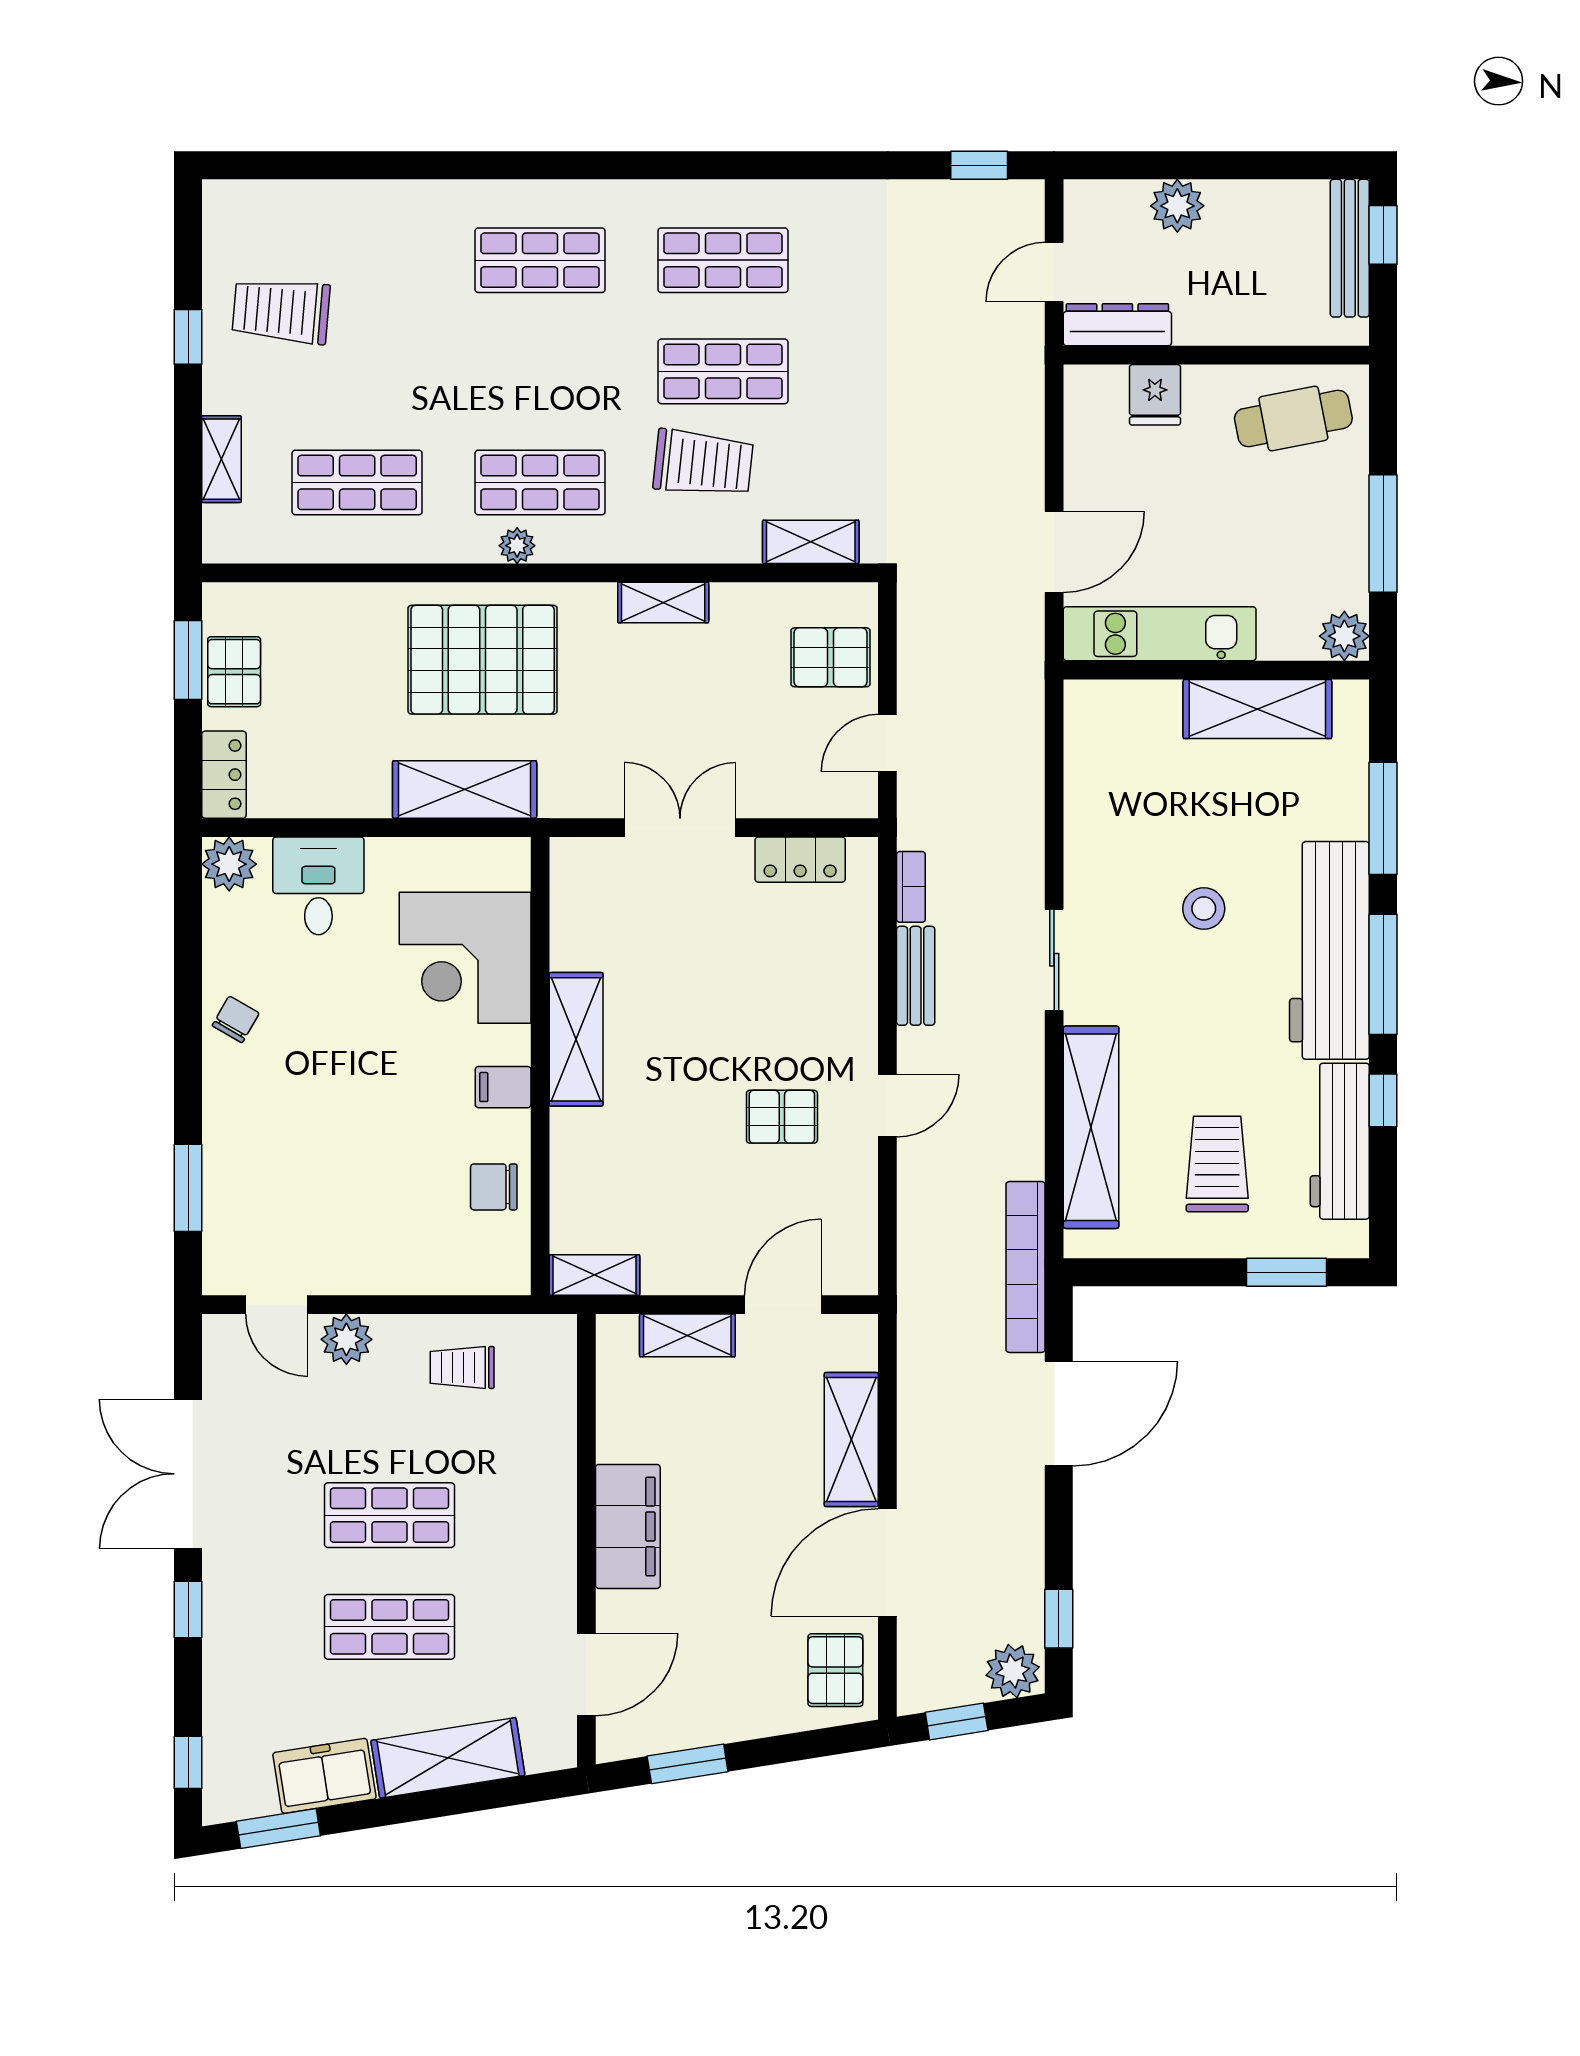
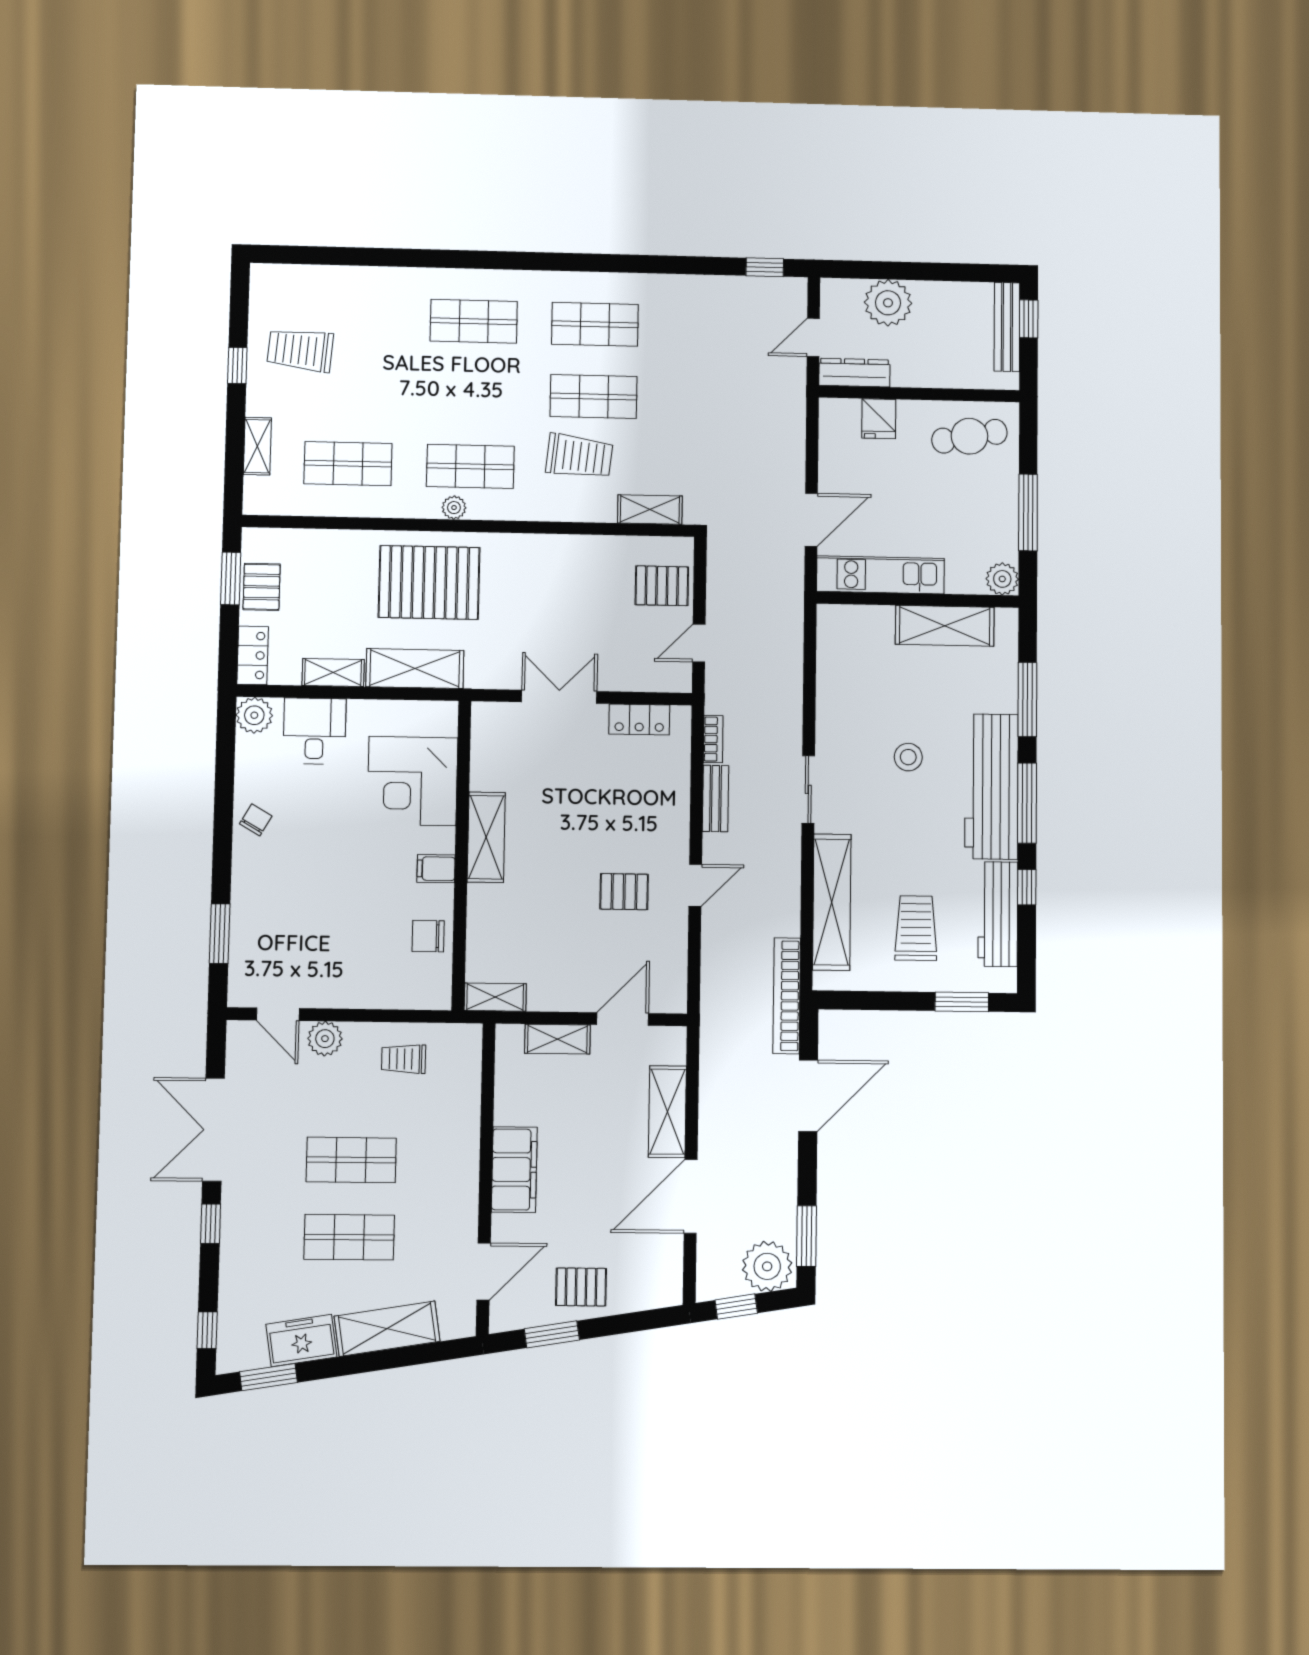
plant: (1177, 206) -> (888, 303), width x1.36, depth x1.36
shelving: (663, 603) -> (333, 672), moved
window: (1059, 1619) -> (807, 1236), width x1.50
pallet: (835, 1670) -> (581, 1287), moved, turned 90
plant: (1013, 1671) -> (767, 1266), width x1.36, depth x1.36

